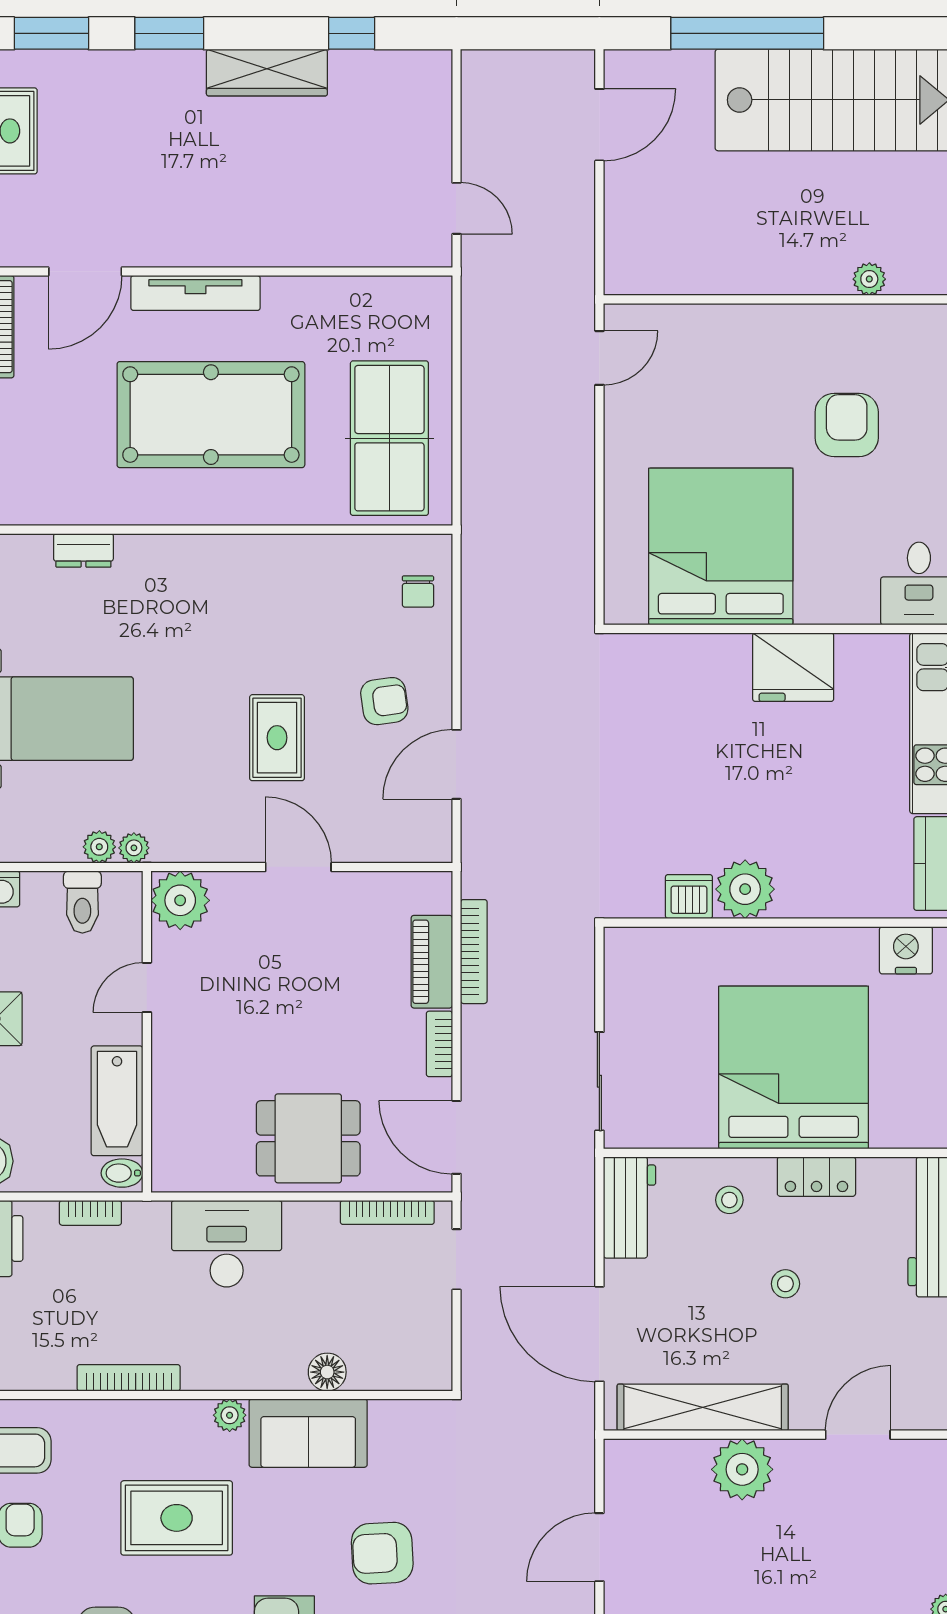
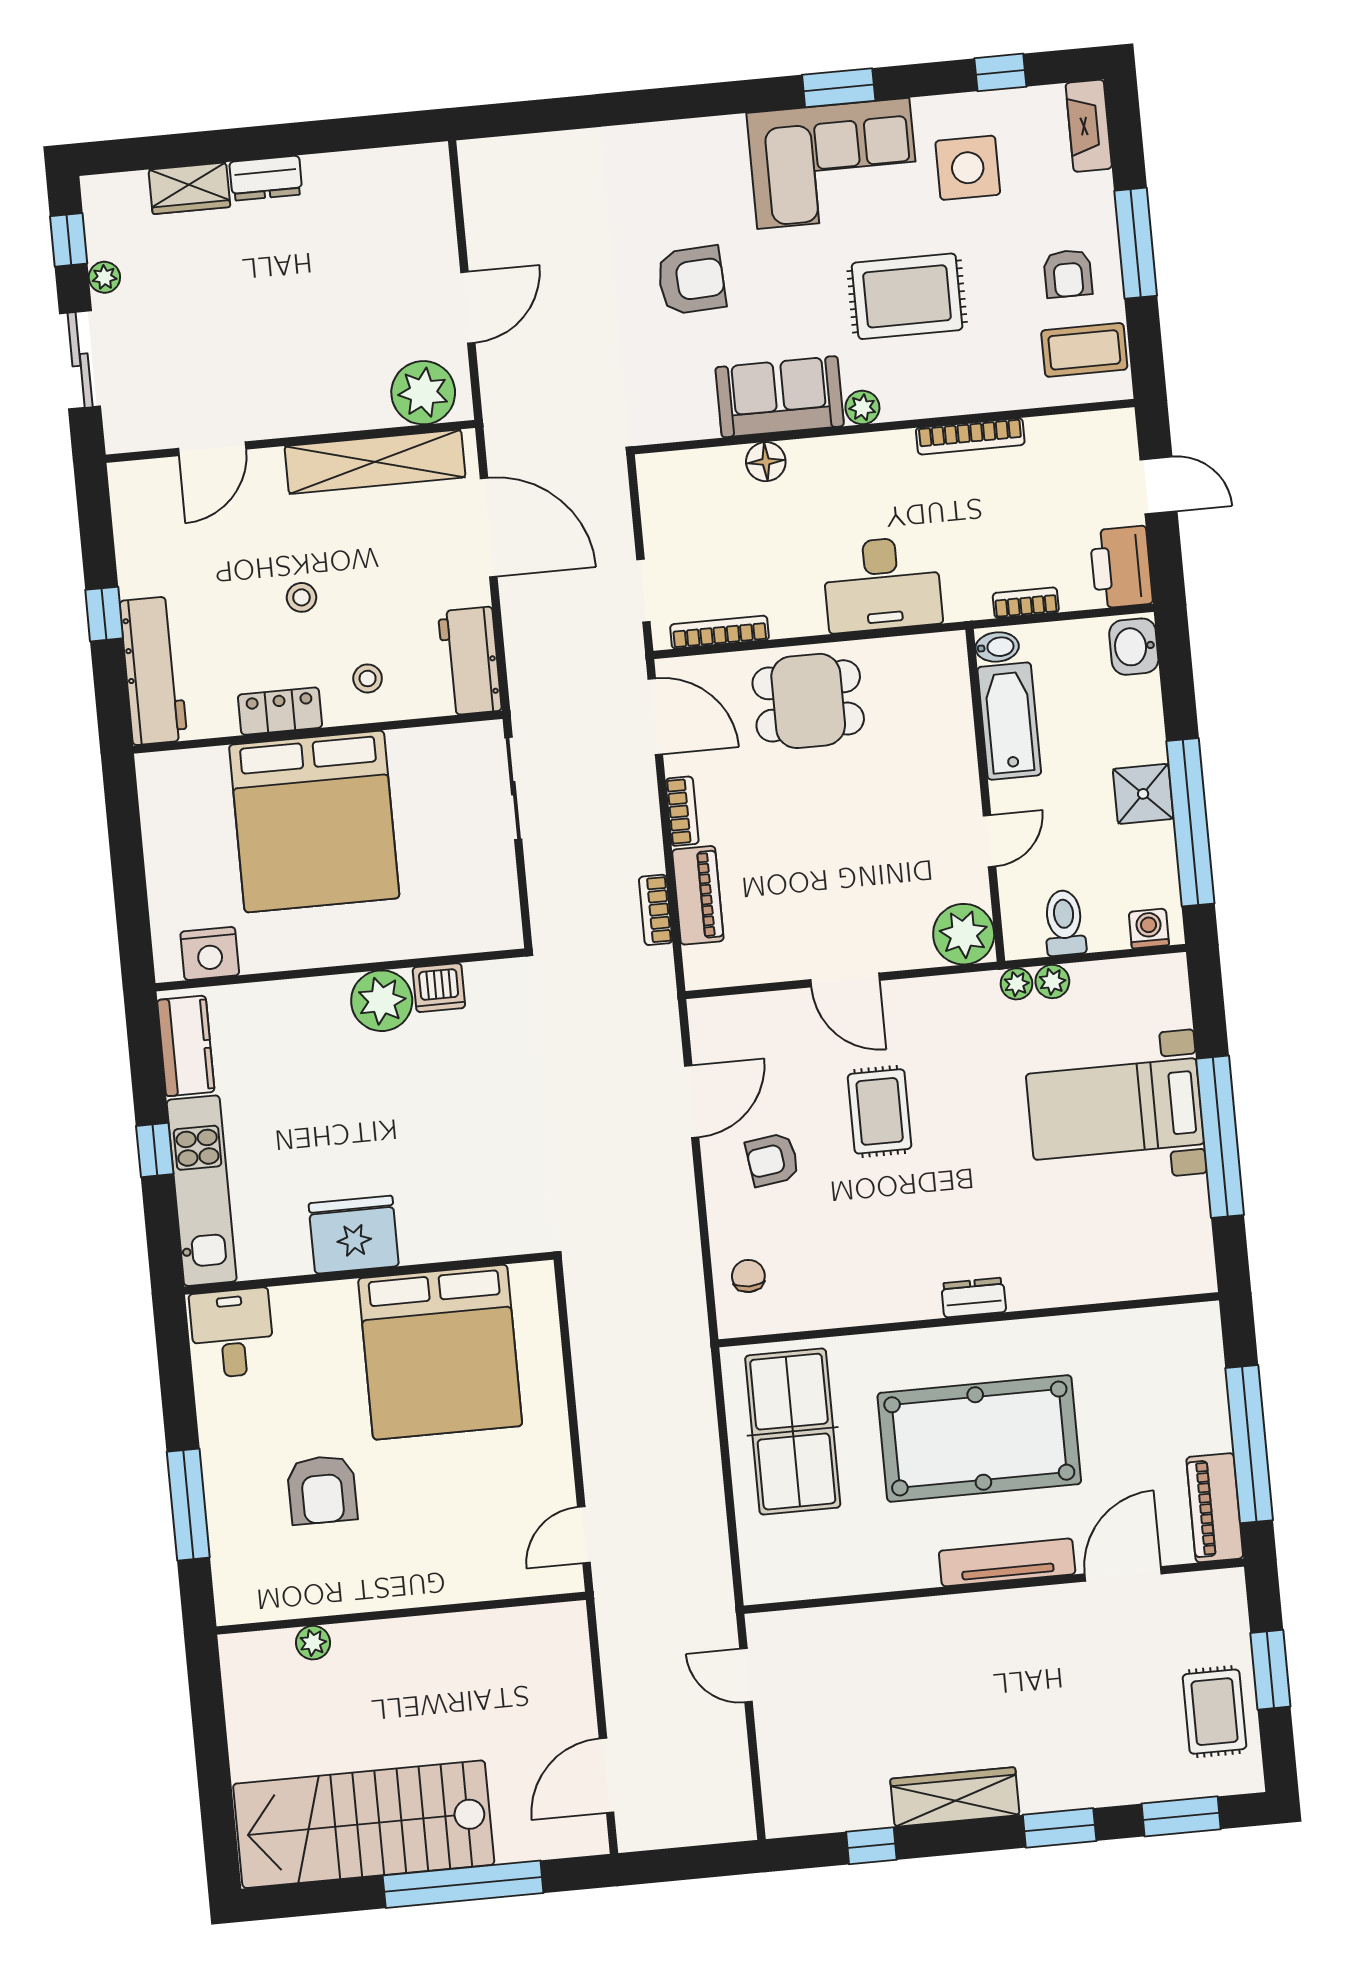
dresser: (83, 550) -> (974, 1298), moved
bookcase: (474, 952) -> (656, 910), width x0.64
plant: (742, 1469) -> (423, 393), moved

